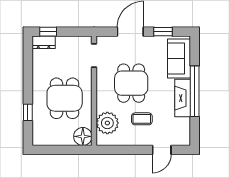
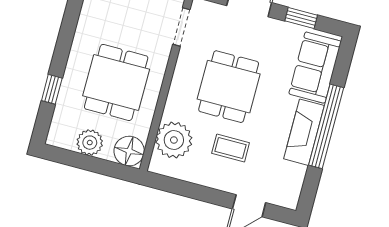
plant: (58, 138) -> (90, 143), added

